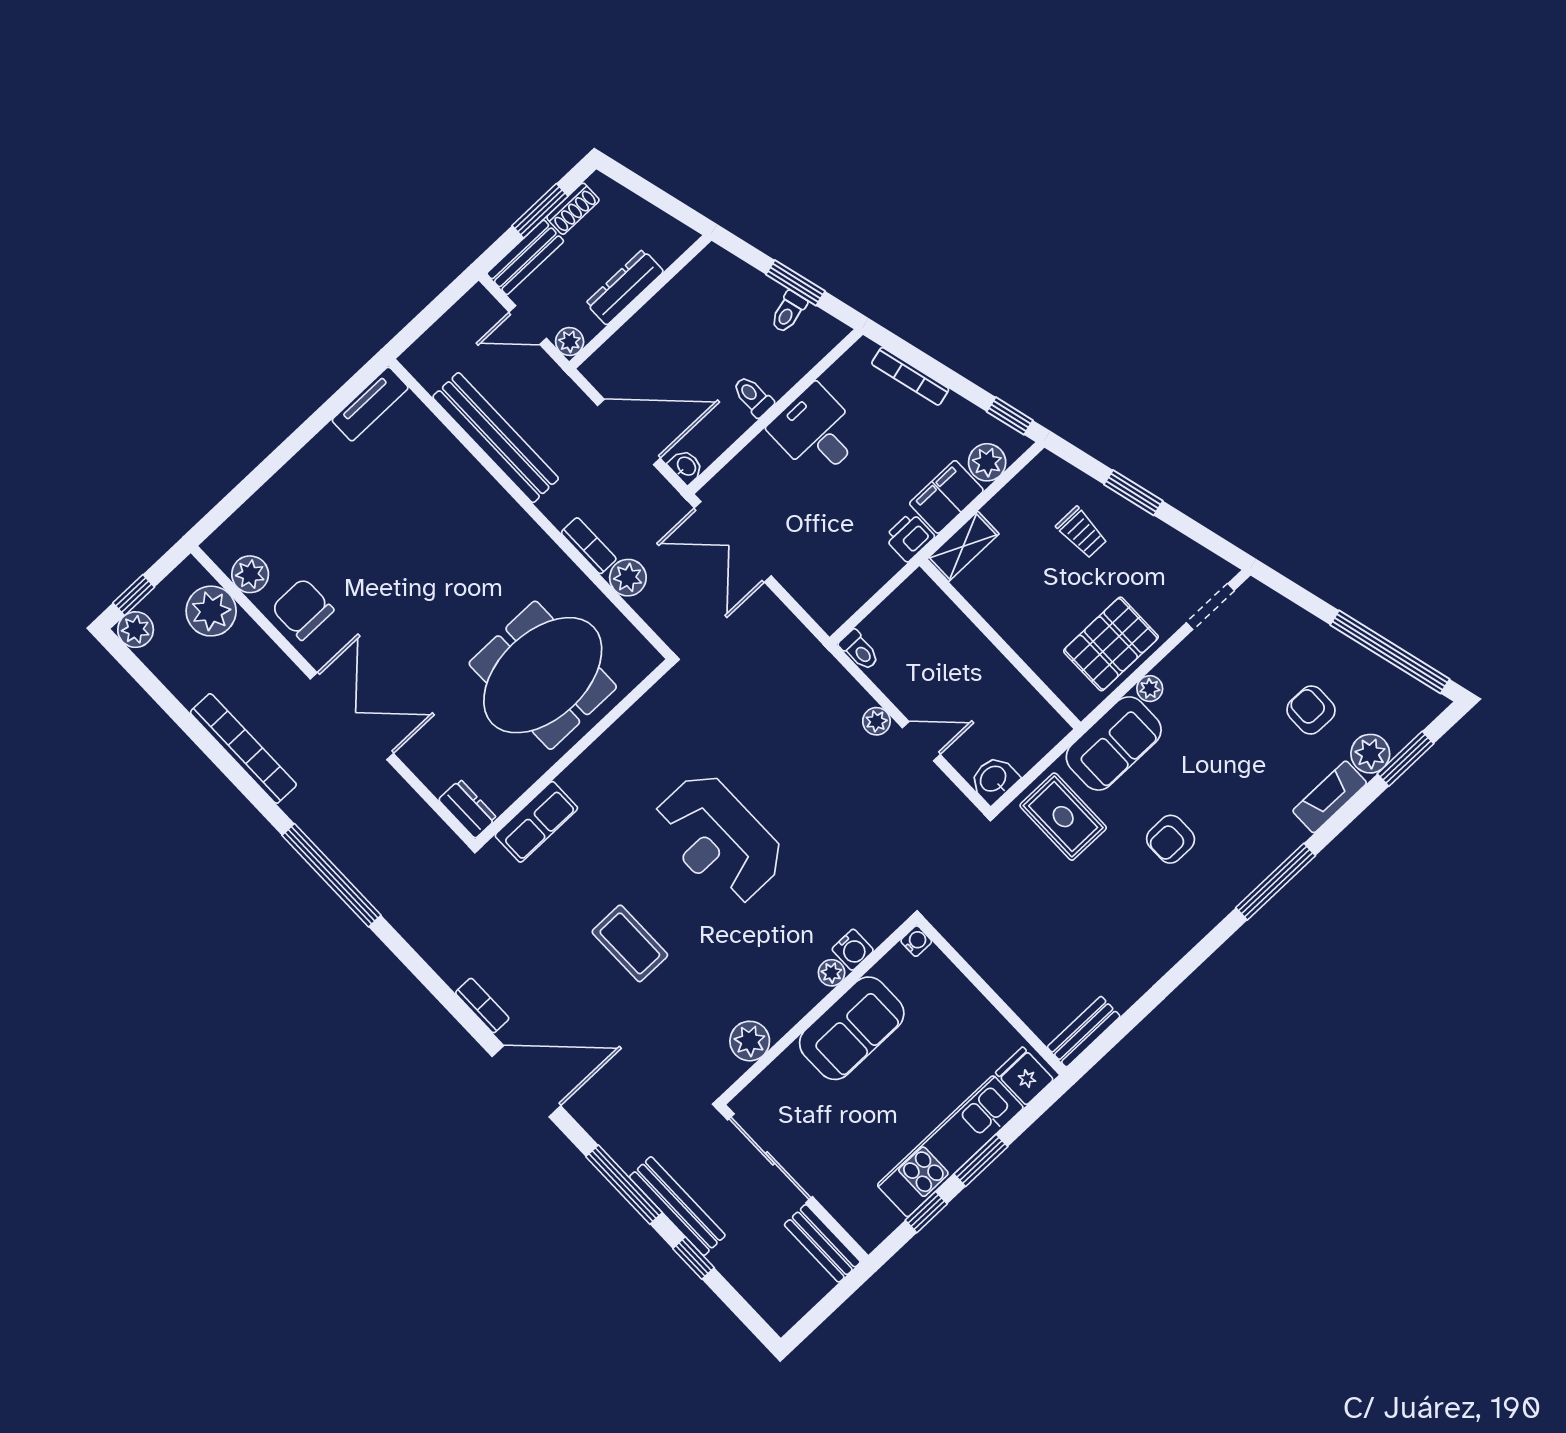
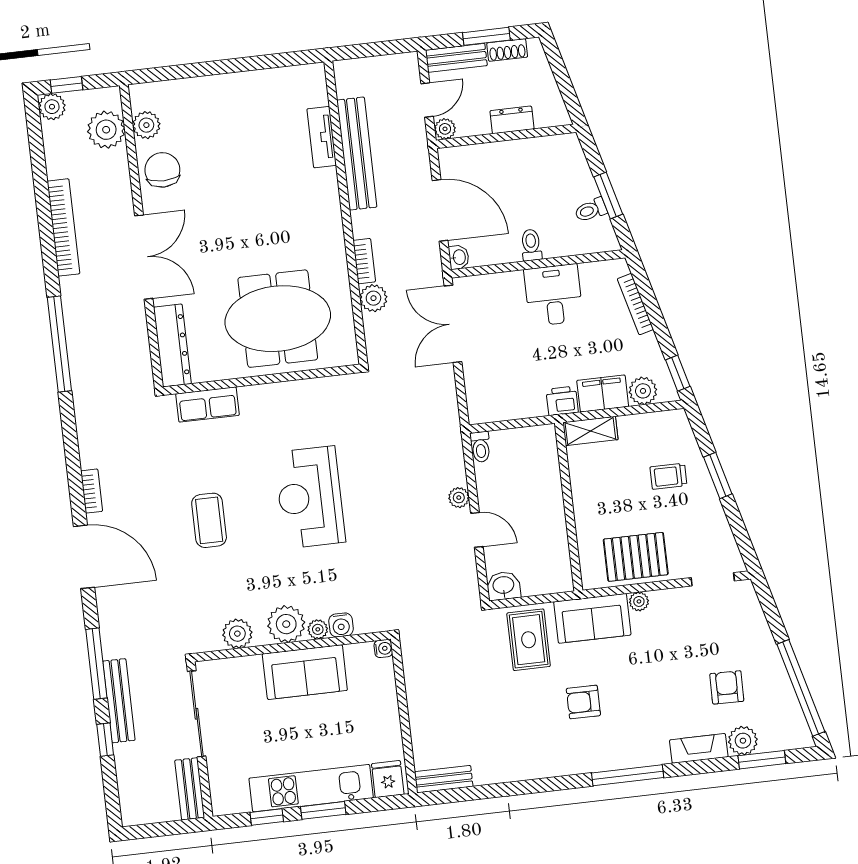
dresser: (625, 287) -> (512, 120), width x0.70
door: (528, 325) -> (427, 100), swing flipped
tv unit: (370, 404) -> (322, 137), moved, turned 90
trolley: (1082, 533) -> (668, 476), turned 90
dresser: (468, 809) -> (172, 345), width x1.96, depth x1.24
plant: (794, 992) -> (286, 624), added

